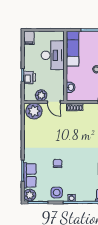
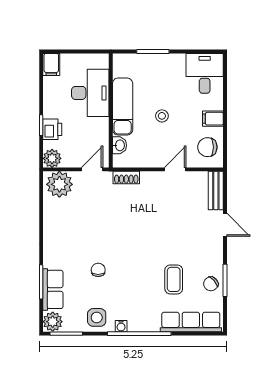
exam couch: (72, 49) -> (123, 107), moved
plant: (41, 95) -> (52, 158), moved
door: (54, 102) -> (92, 169), swing flipped

